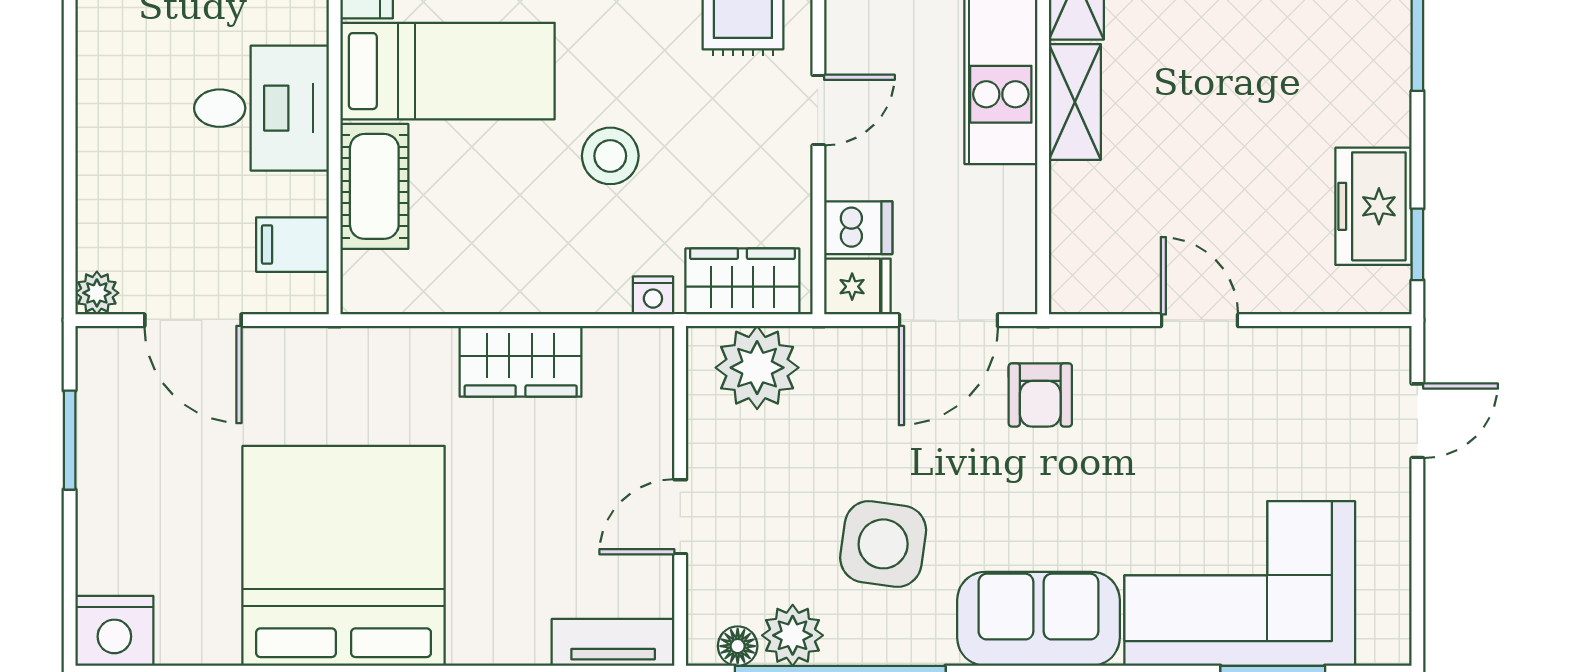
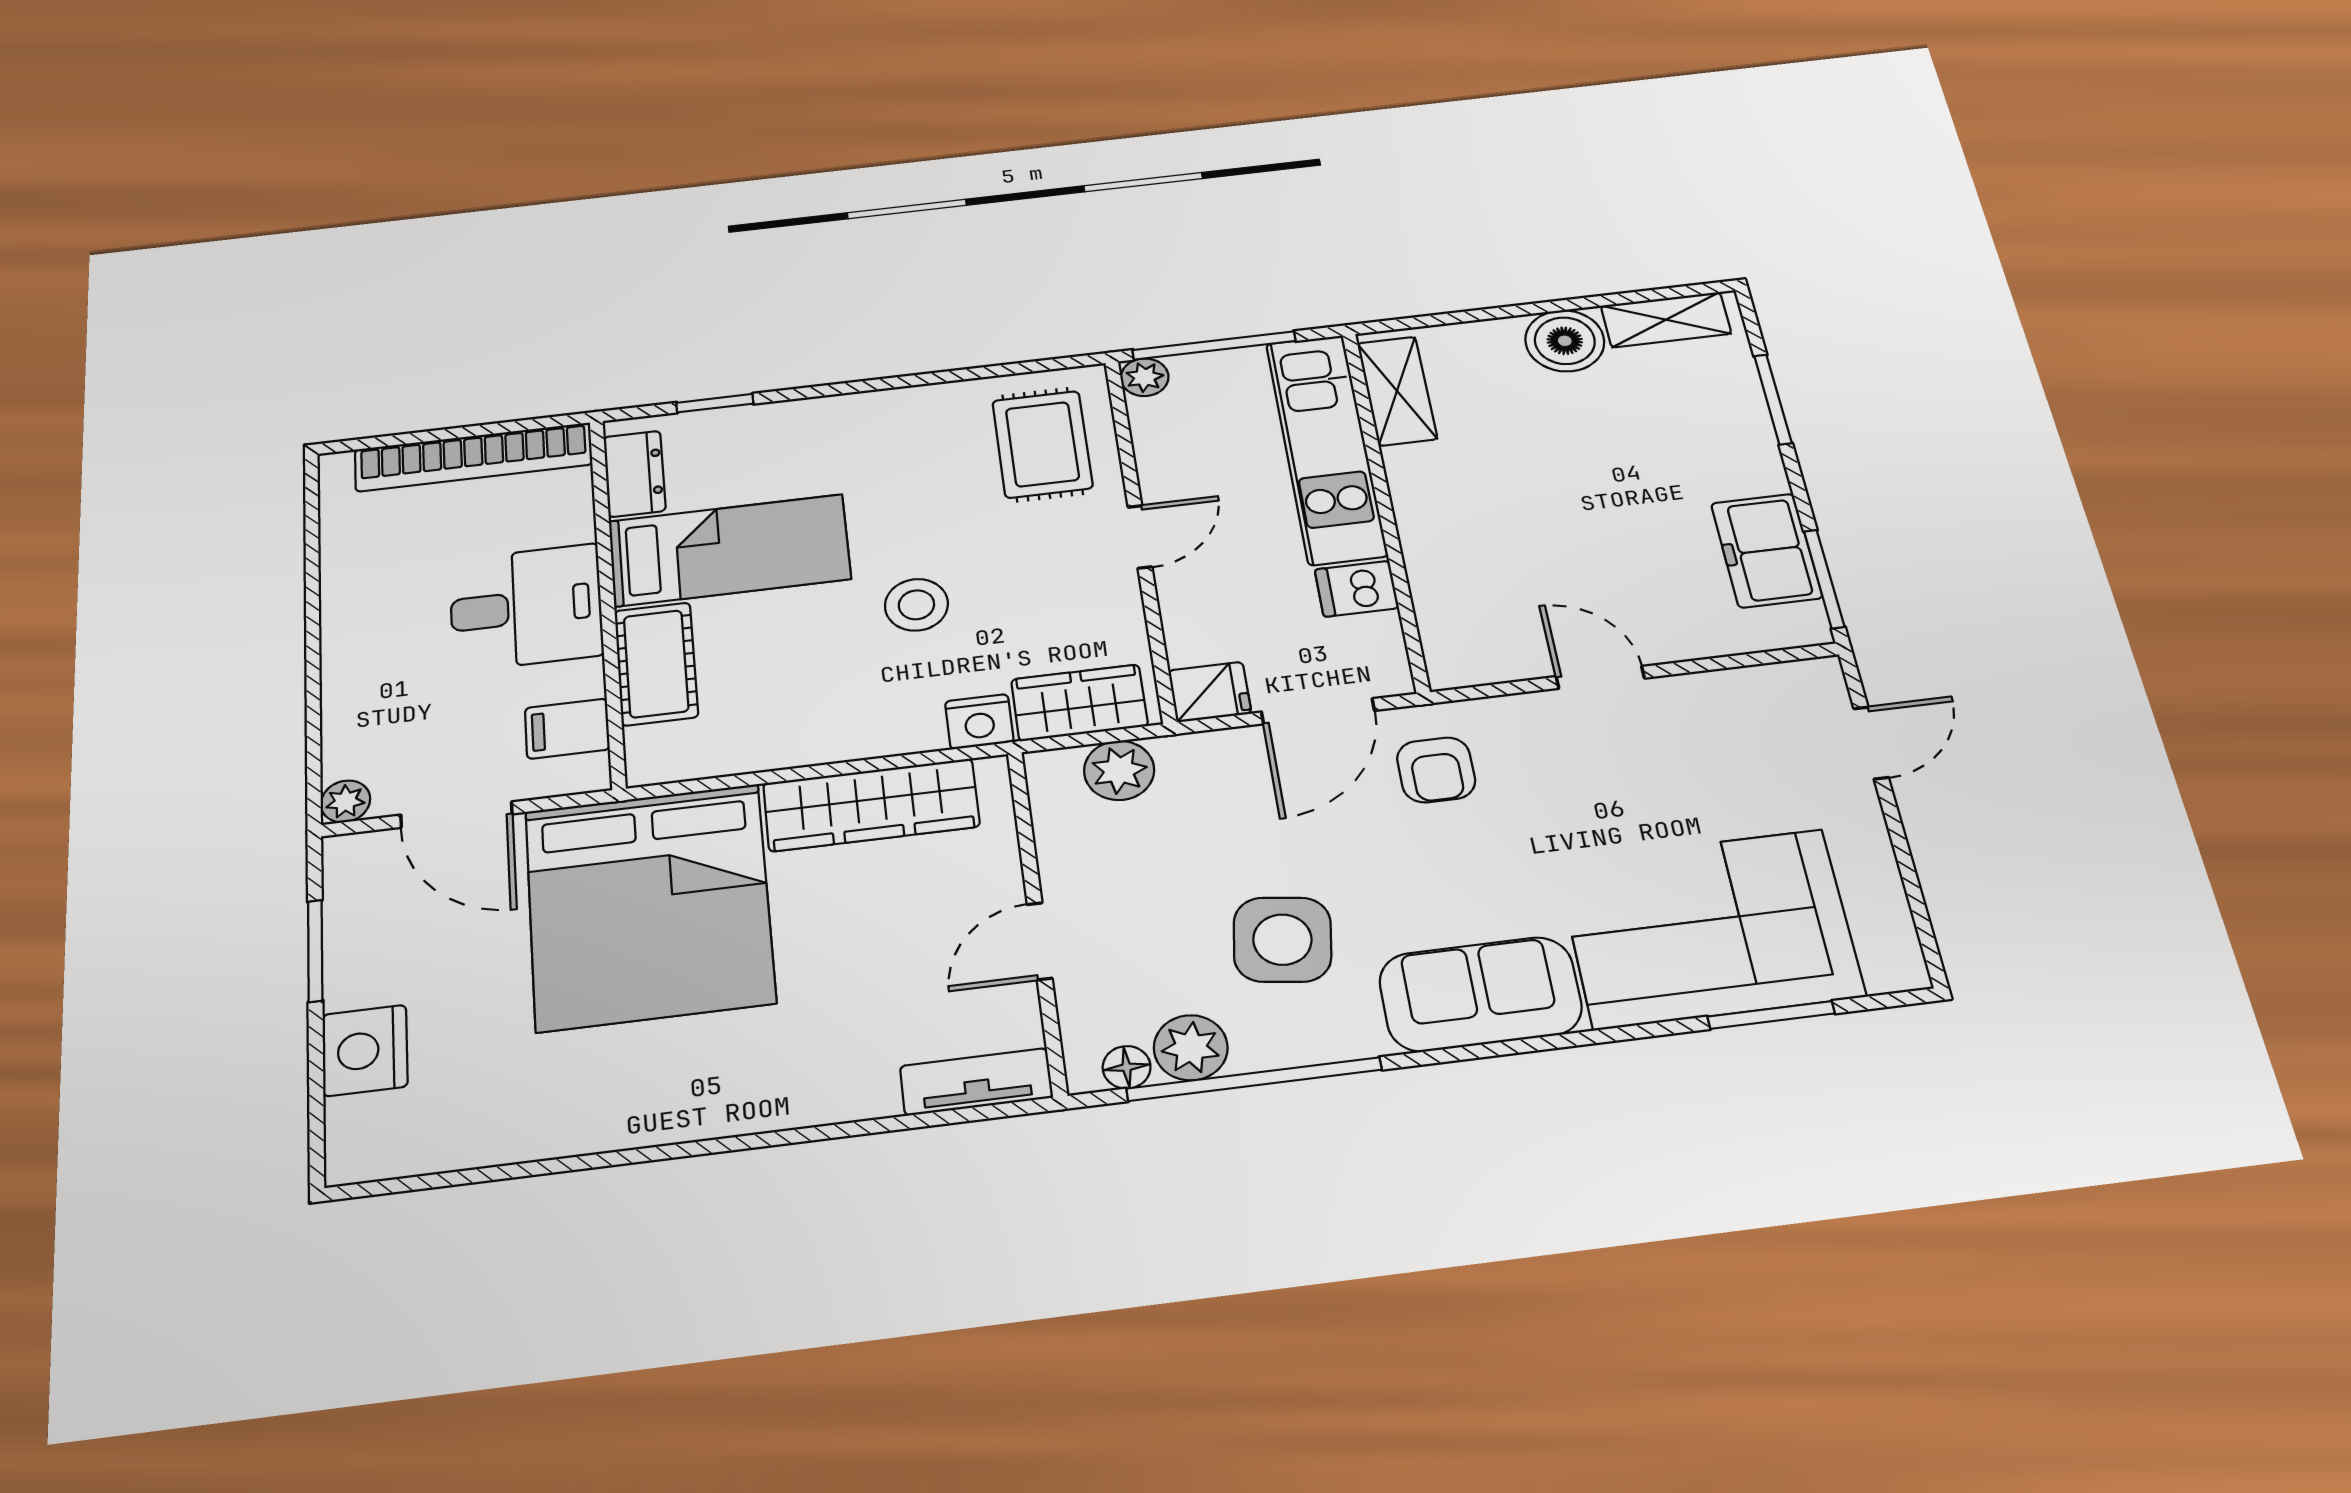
shelving: (1075, 102) -> (1418, 497), removed
dishwasher: (858, 228) -> (1357, 589), moved, turned 180
window: (1417, 244) -> (1824, 579), width x1.50
nightstand: (653, 295) -> (979, 722), width x1.39, depth x1.35
wardrobe: (521, 361) -> (871, 805), width x1.50
plant: (757, 368) -> (1119, 770), width x0.73, depth x0.73
bed: (344, 556) -> (649, 906), moved, turned 180
nightstand: (114, 631) -> (365, 1050), moved, turned 90

